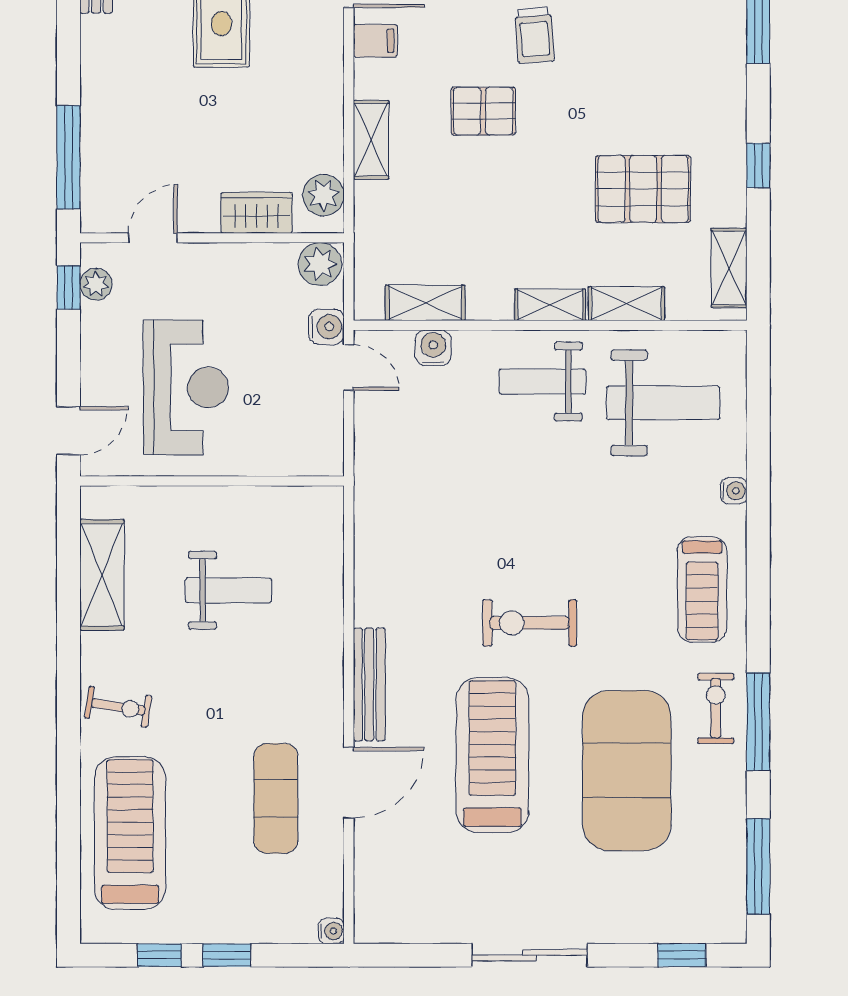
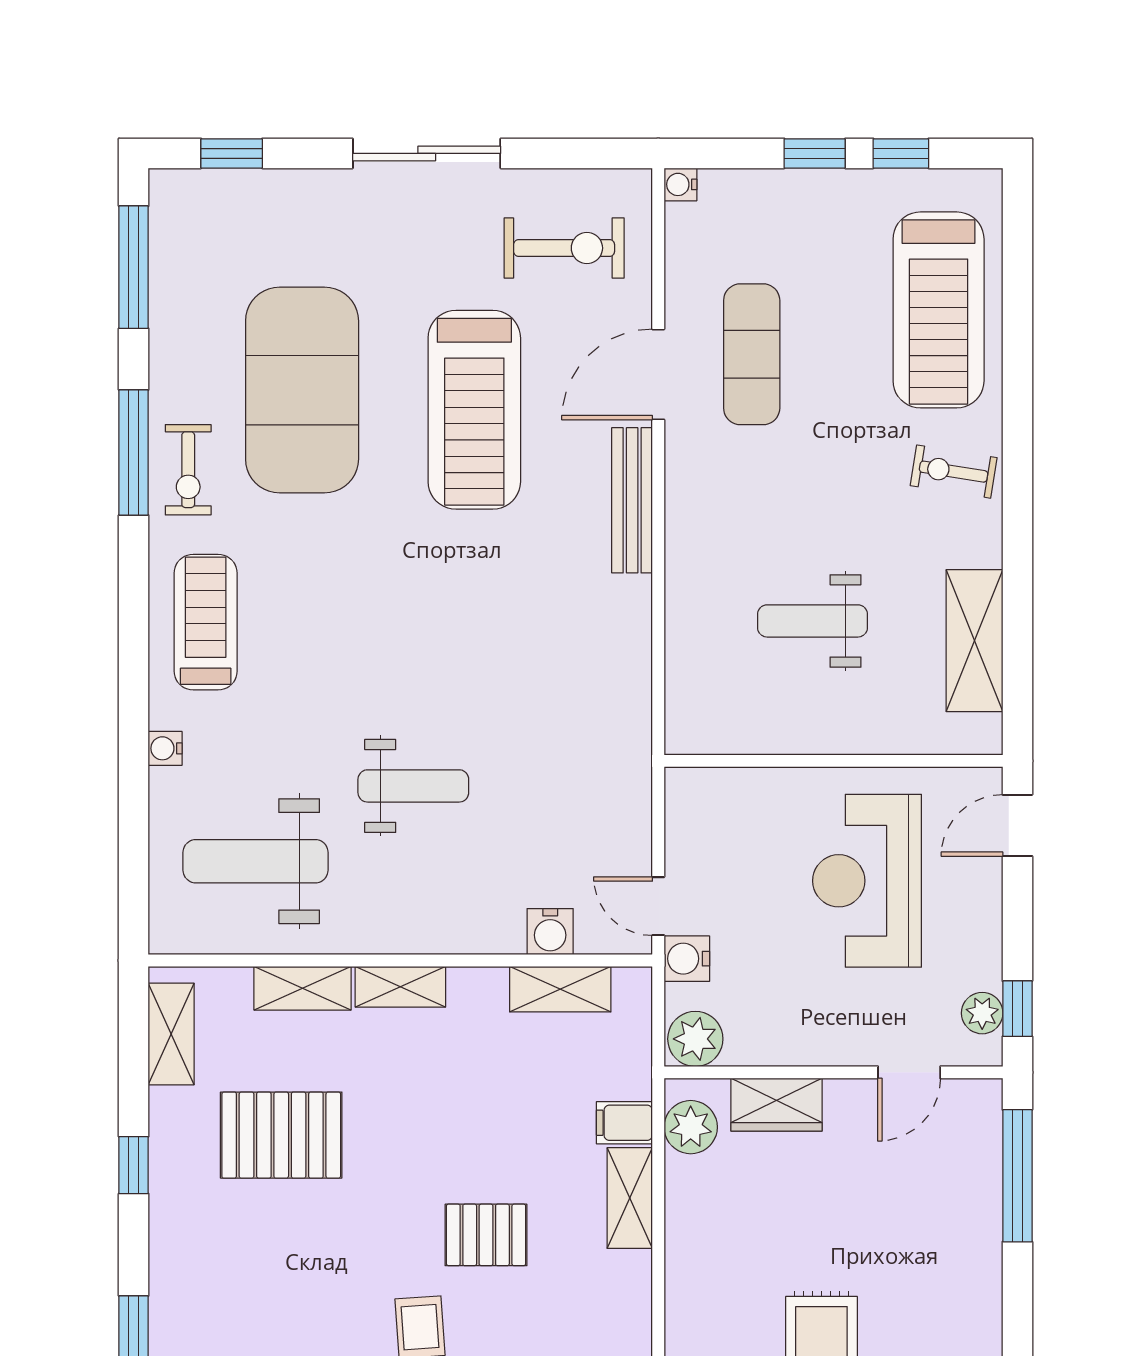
filing cabinet: (375, 41) -> (624, 1123), moved
weight bench: (542, 382) -> (413, 786), moved
exercise bike: (530, 623) -> (564, 248), moved

